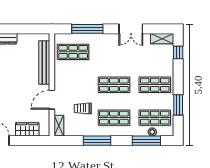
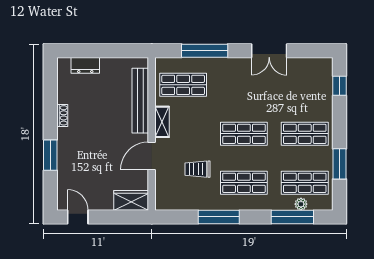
shelving: (162, 39) -> (316, 65), removed
shelving: (59, 126) -> (162, 122), moved
wardrobe: (27, 129) -> (131, 200), moved

